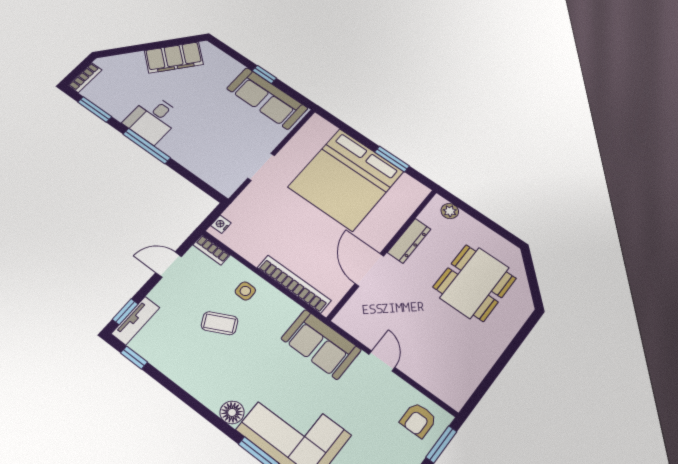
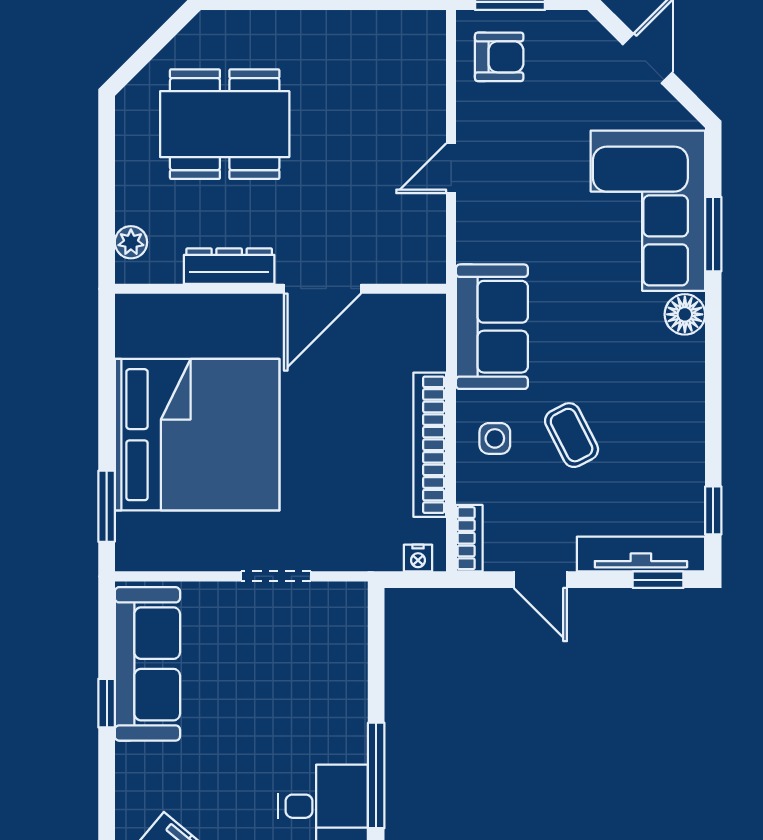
window: (392, 159) -> (107, 506), moved
bookcase: (294, 284) -> (430, 445), moved
tv unit: (136, 321) -> (641, 554), width x1.41
sofa: (321, 344) -> (492, 327), moved

